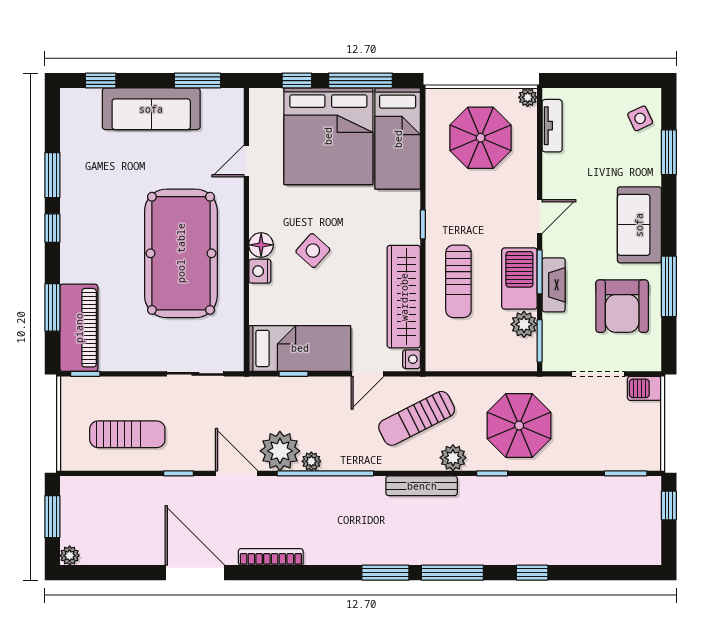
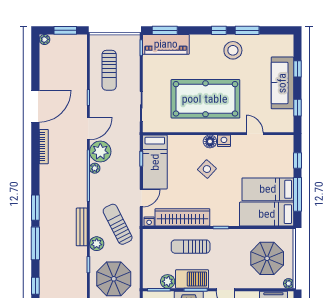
window: (101, 81) -> (297, 69), moved
window: (197, 81) -> (297, 108), width x0.67
bed: (328, 136) -> (268, 189), width x0.49
stool: (90, 202) -> (233, 50), added
nightstand: (260, 271) -> (224, 141), moved
window: (52, 307) -> (165, 30), moved
door: (367, 374) -> (141, 198), swing flipped

